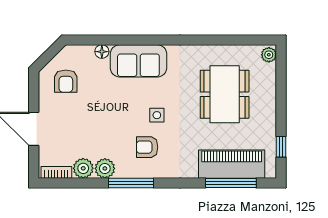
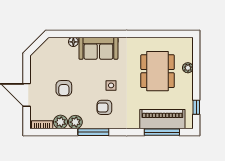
plant: (269, 55) -> (188, 68), moved
armchair: (66, 81) -> (64, 88), moved

